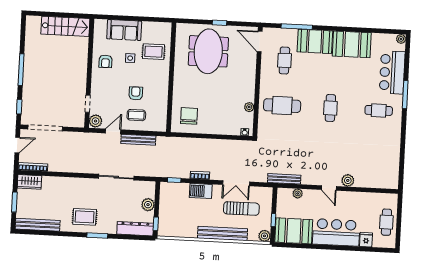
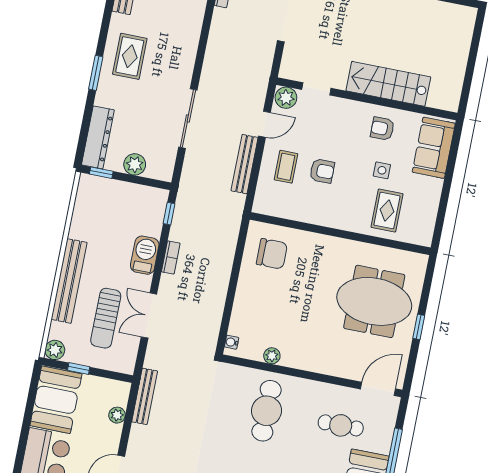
stairs: (65, 26) -> (388, 84), moved, turned 90
sofa: (124, 30) -> (434, 148), moved
door: (113, 131) -> (265, 124), hinge flipped

